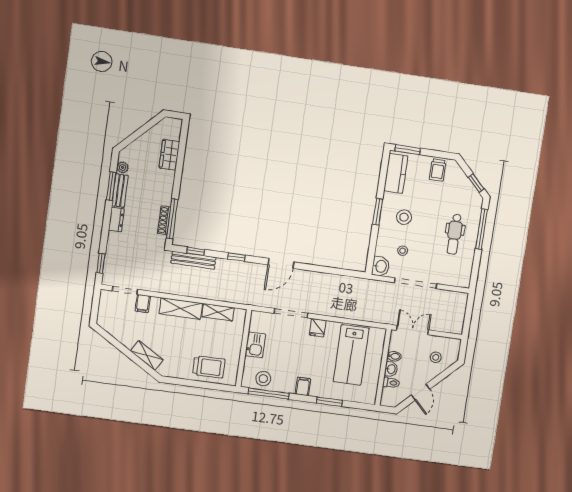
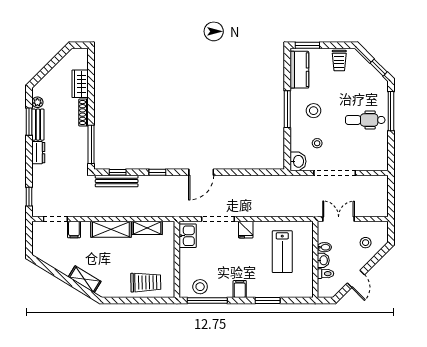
window: (378, 212) -> (287, 109), width x1.44
shoe rack: (164, 220) -> (84, 113), moved
dental chair: (454, 234) -> (365, 120), turned 90
kitchen sink: (255, 345) -> (188, 236), moved
lab bench: (351, 355) -> (282, 252), width x0.73, depth x0.72

